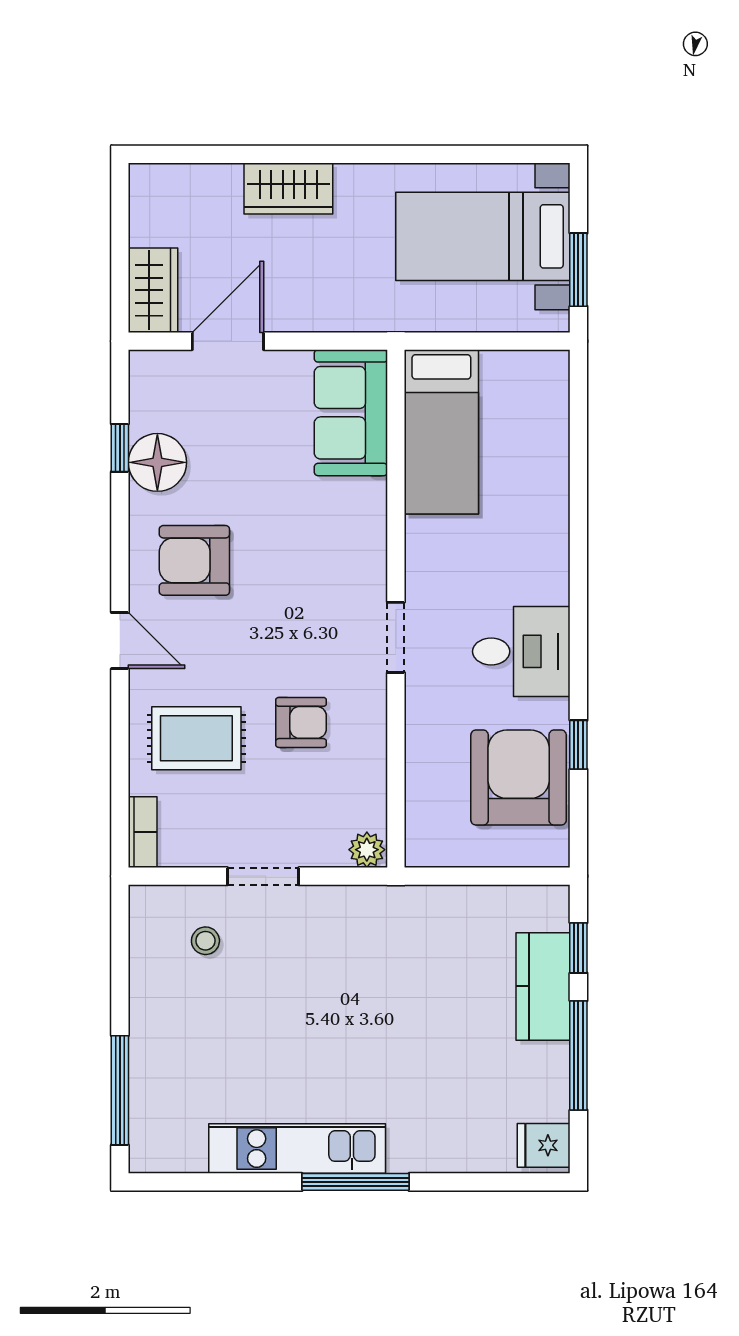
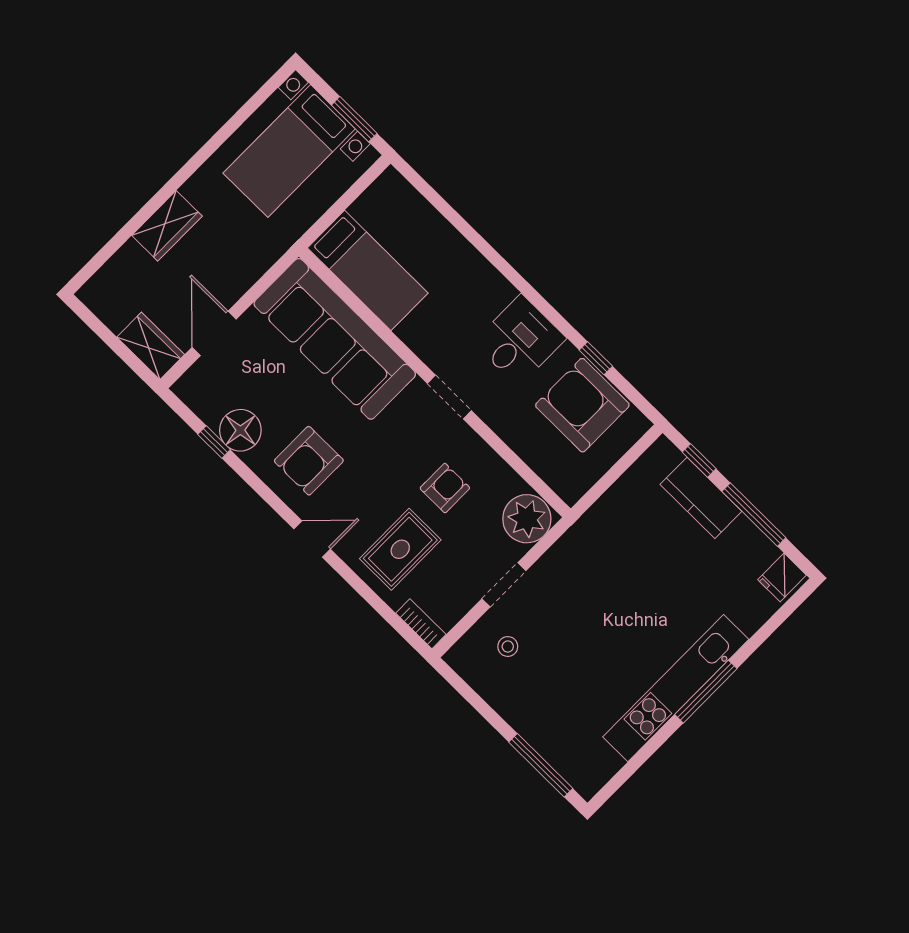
sofa: (351, 413) -> (335, 339), width x1.85, depth x1.27
plant: (367, 850) -> (527, 519), width x1.88, depth x1.88
kitchen unit: (297, 1149) -> (676, 688), width x1.36

